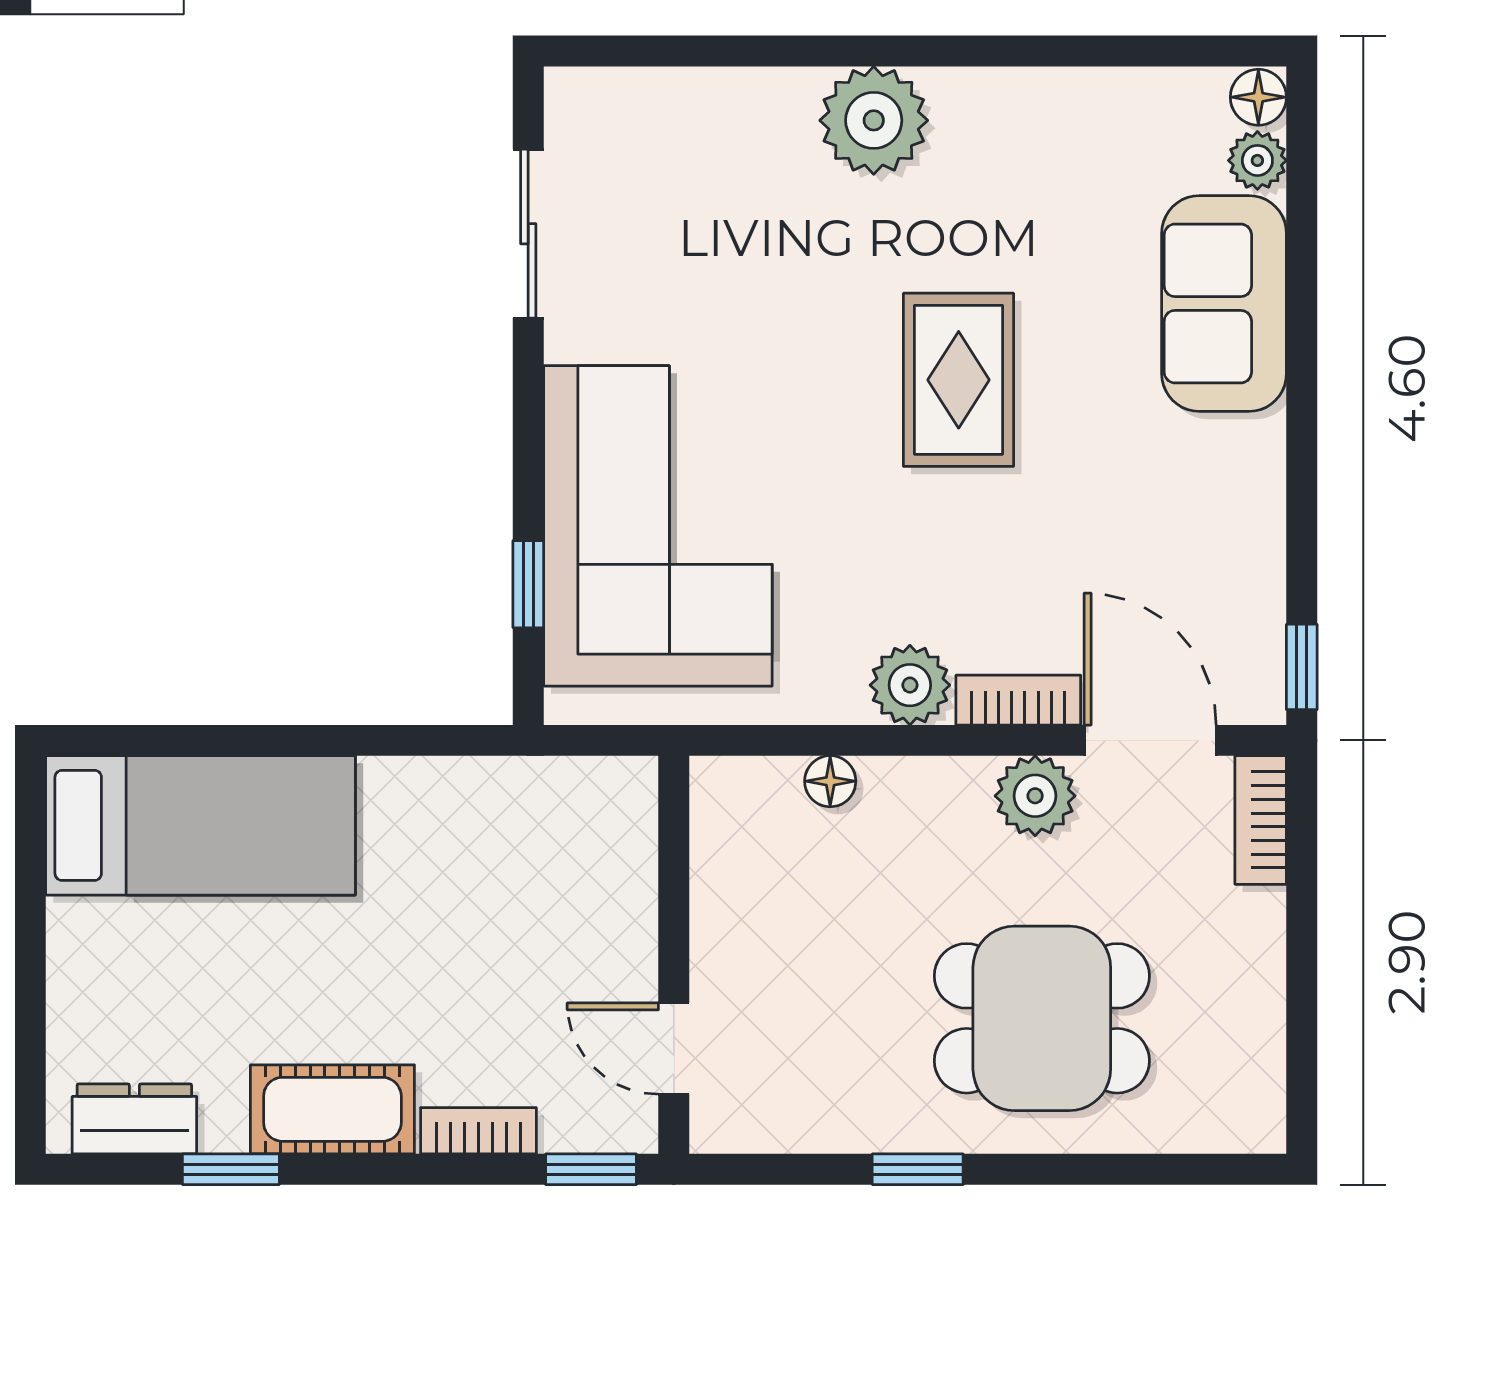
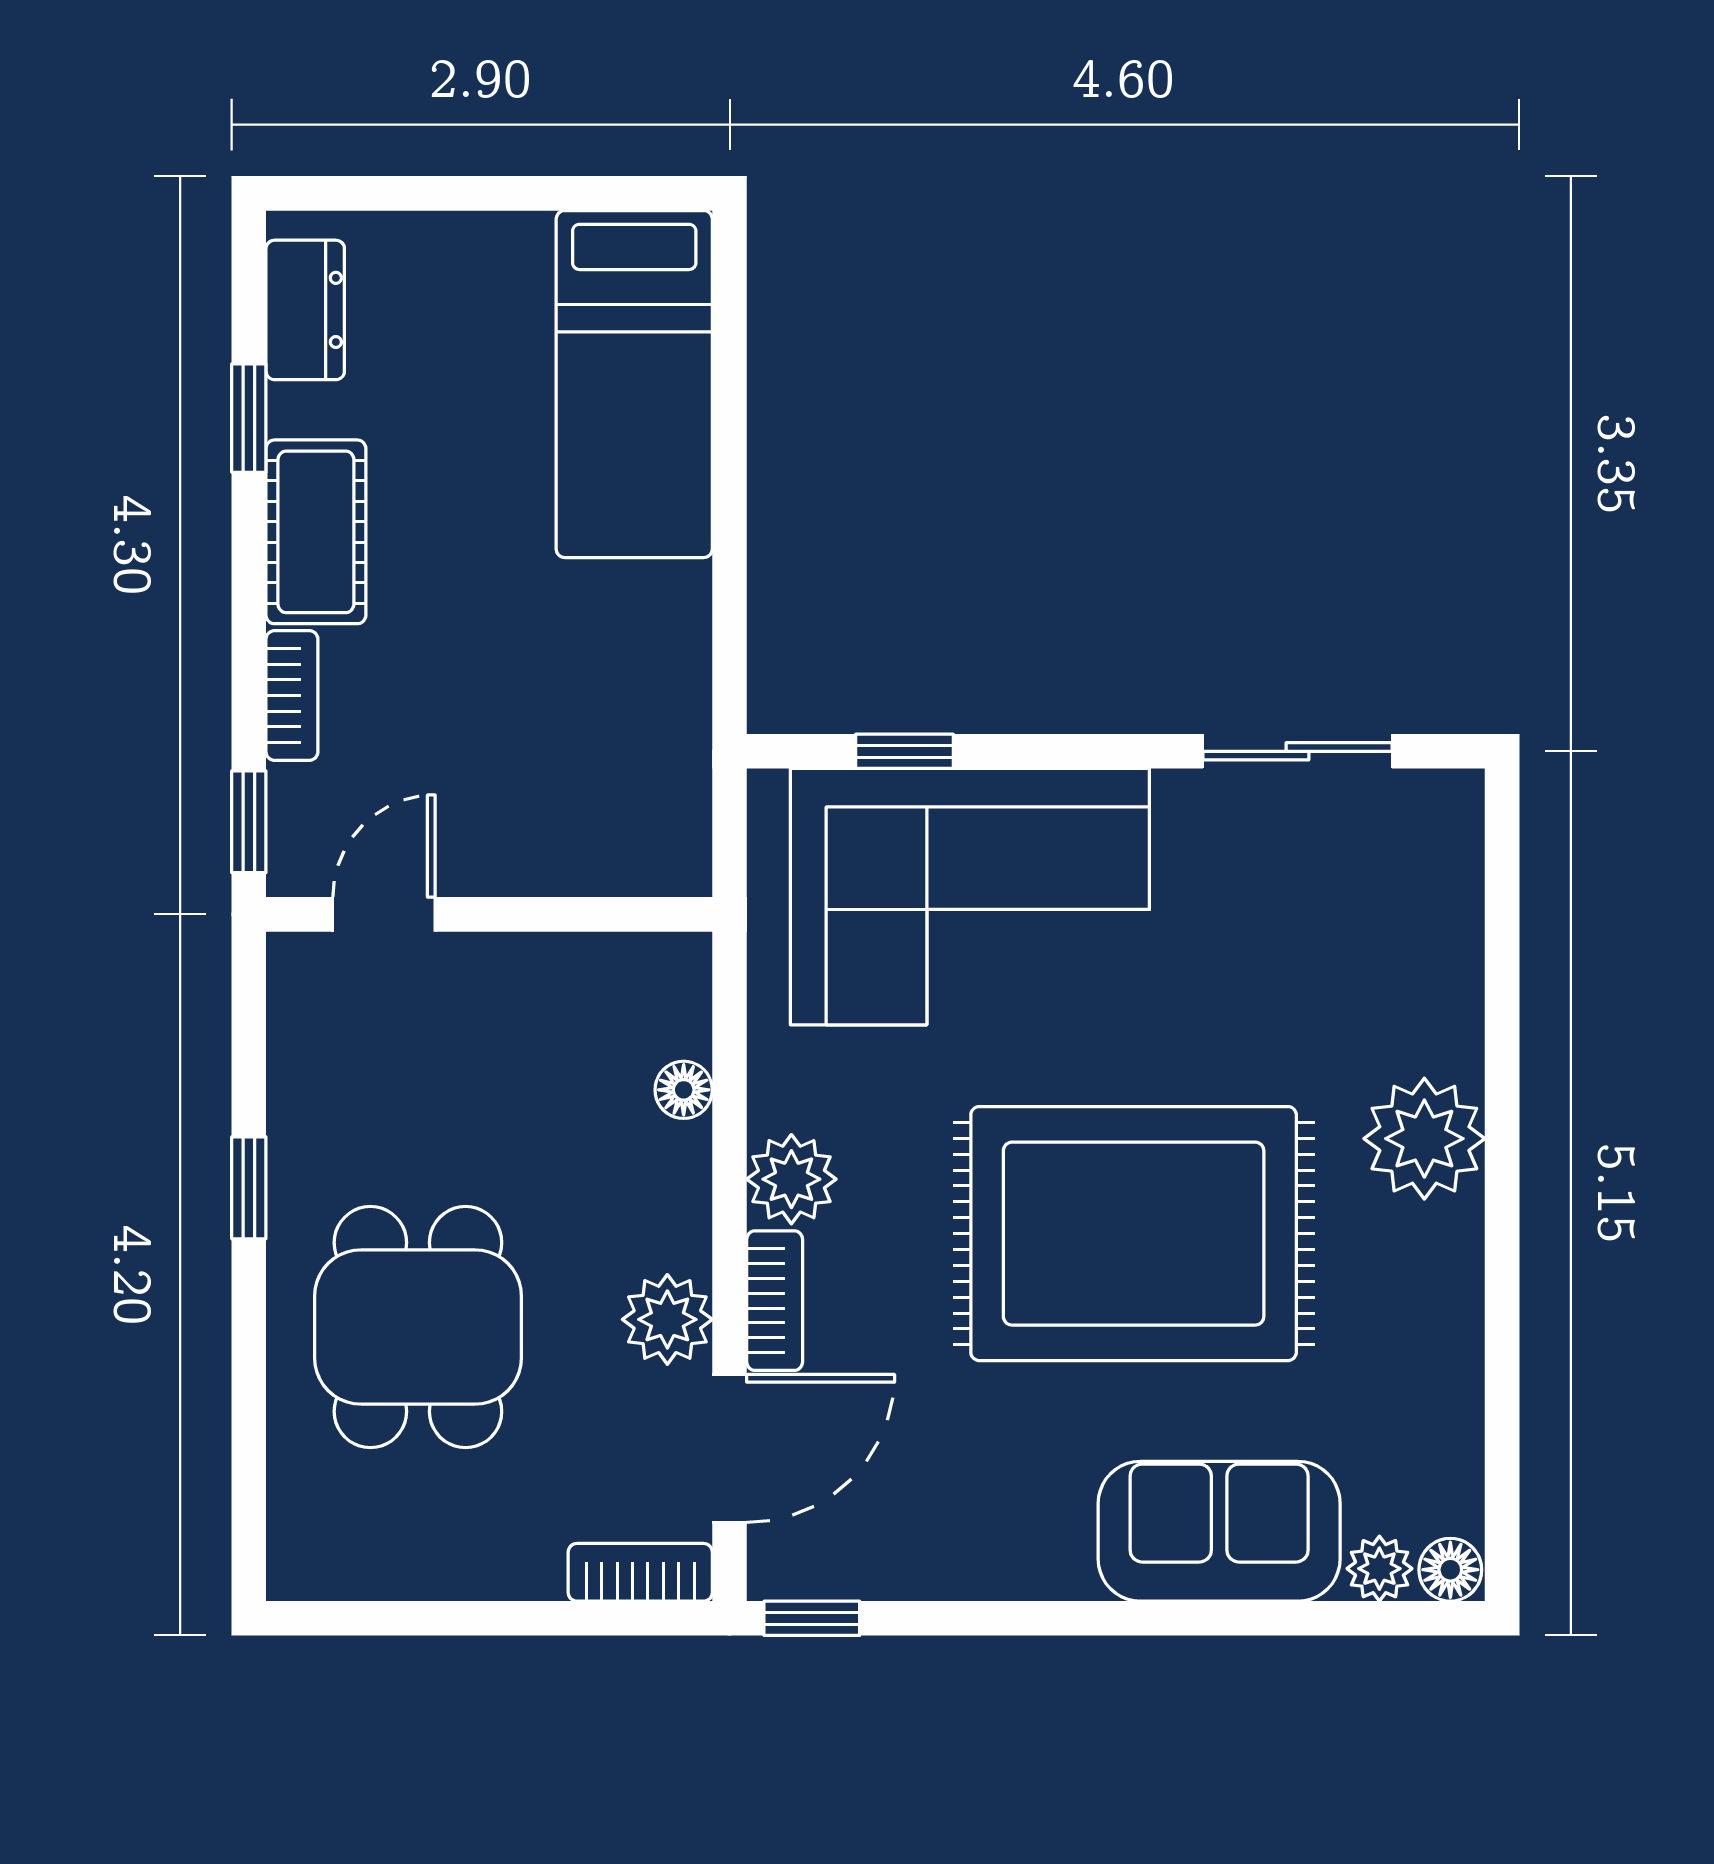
rug: (959, 380) -> (1134, 1234), width x1.86, depth x2.06

